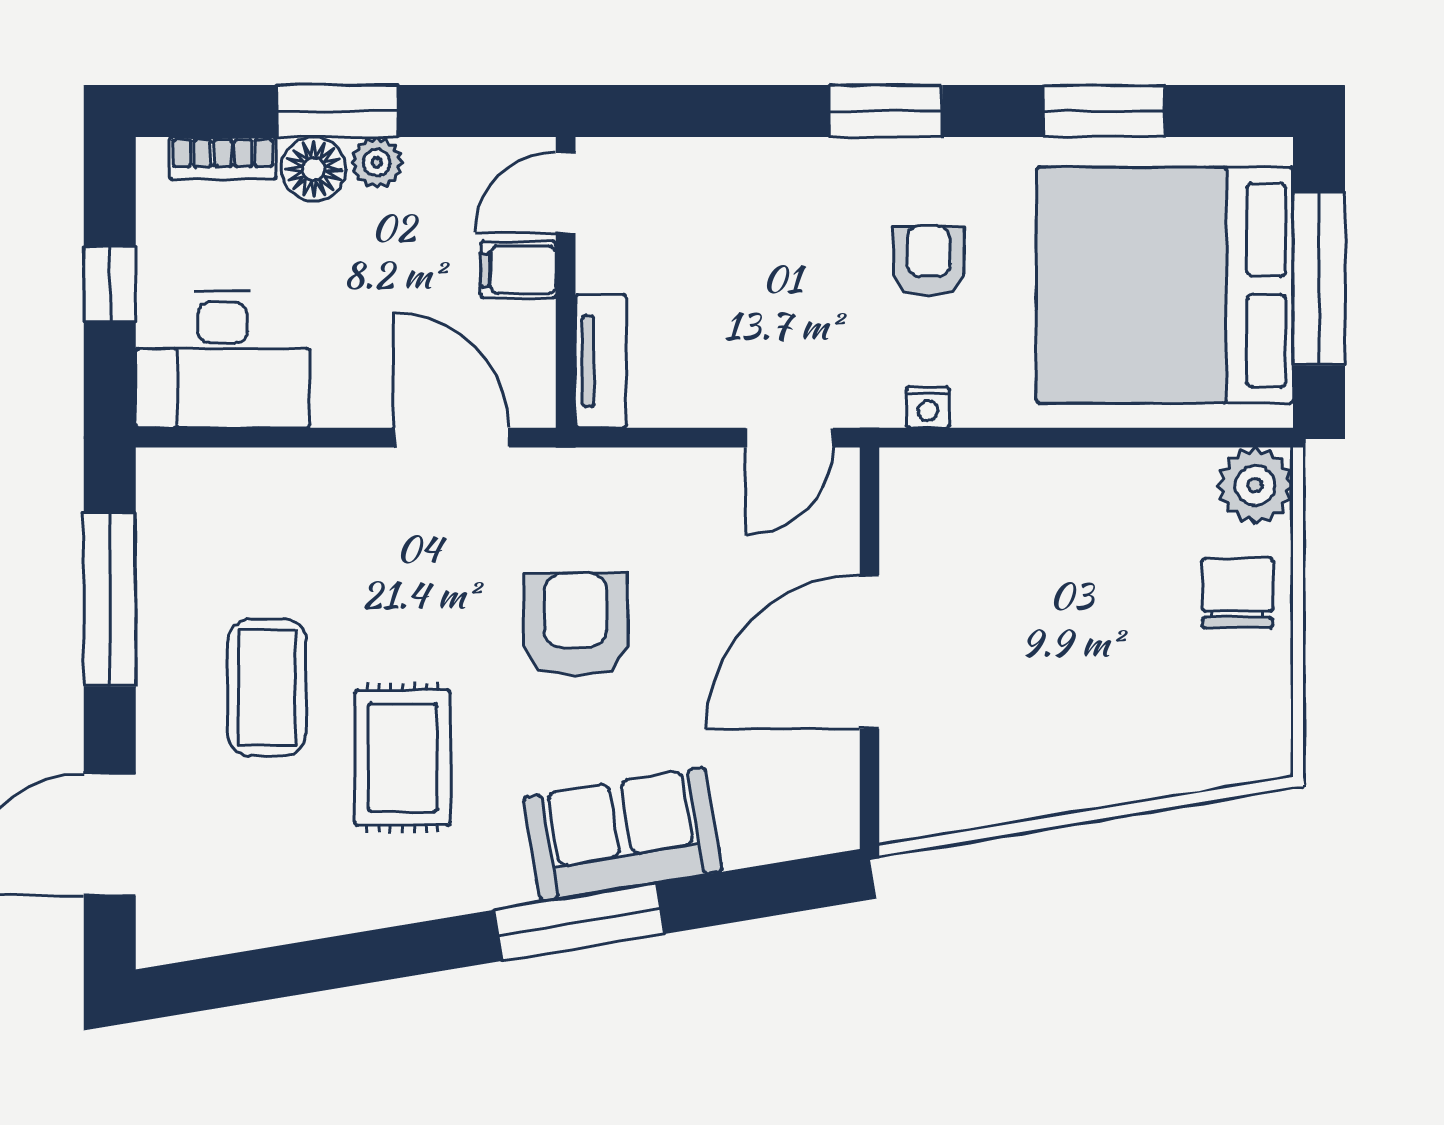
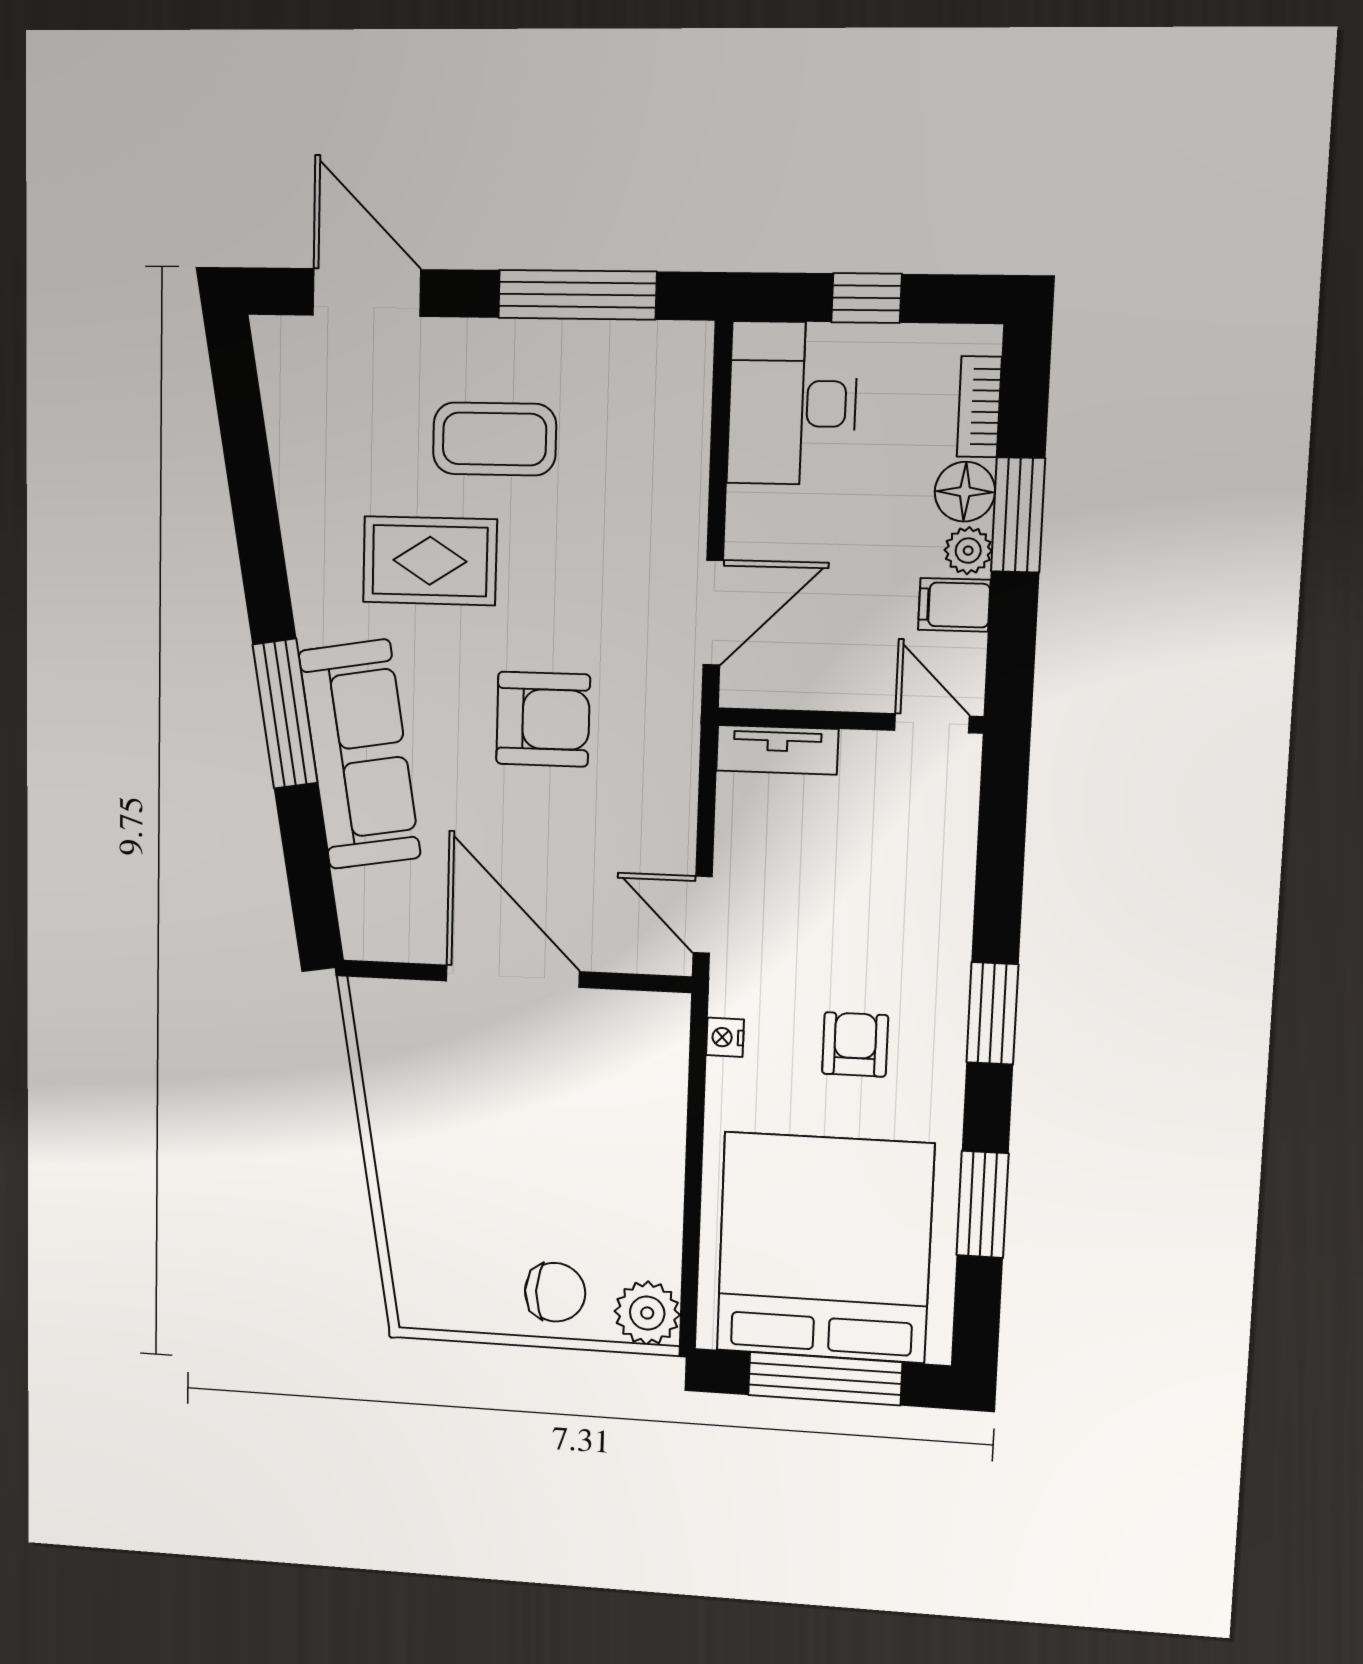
armchair: (929, 261) -> (855, 1044), turned -90
filing cabinet: (518, 270) -> (954, 605), moved, turned -90
sofa: (623, 834) -> (360, 755), width x1.36

